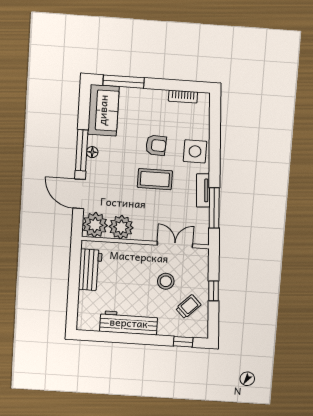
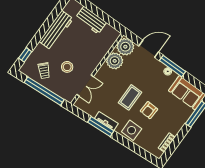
window: (214, 208) -> (101, 127), moved
workbench: (90, 270) -> (91, 20), moved
window: (214, 291) -> (44, 91), width x3.17

